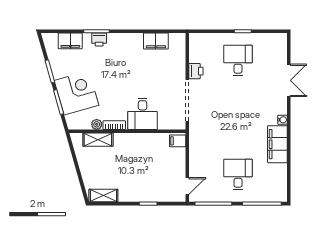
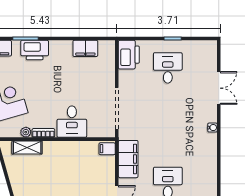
printer: (99, 39) -> (35, 50), width x1.87, depth x1.48
printer: (196, 71) -> (129, 55), moved, width x1.87, depth x1.48
filing cabinet: (277, 144) -> (128, 159), moved, turned 180

